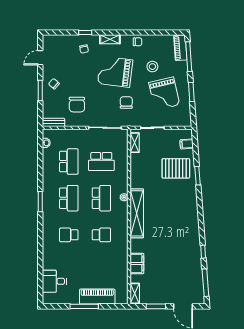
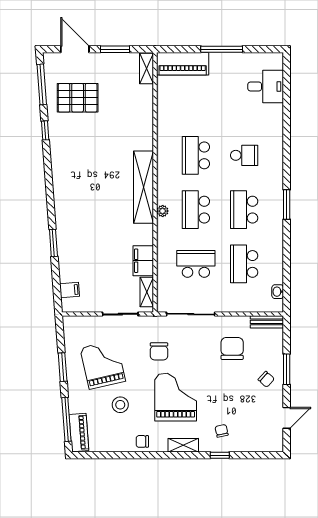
grand piano: (115, 72) -> (176, 397), turned -97
pallet: (176, 168) -> (78, 98), moved
school desk: (101, 235) -> (196, 155), width x1.85
filing cabinet: (137, 263) -> (143, 261), moved
piano: (97, 297) -> (183, 64), moved

